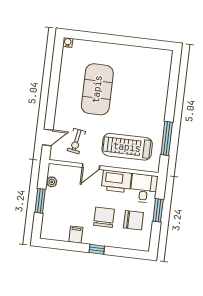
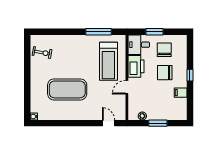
exercise bike: (76, 141) -> (42, 53), moved
door: (91, 166) -> (127, 87), swing flipped

